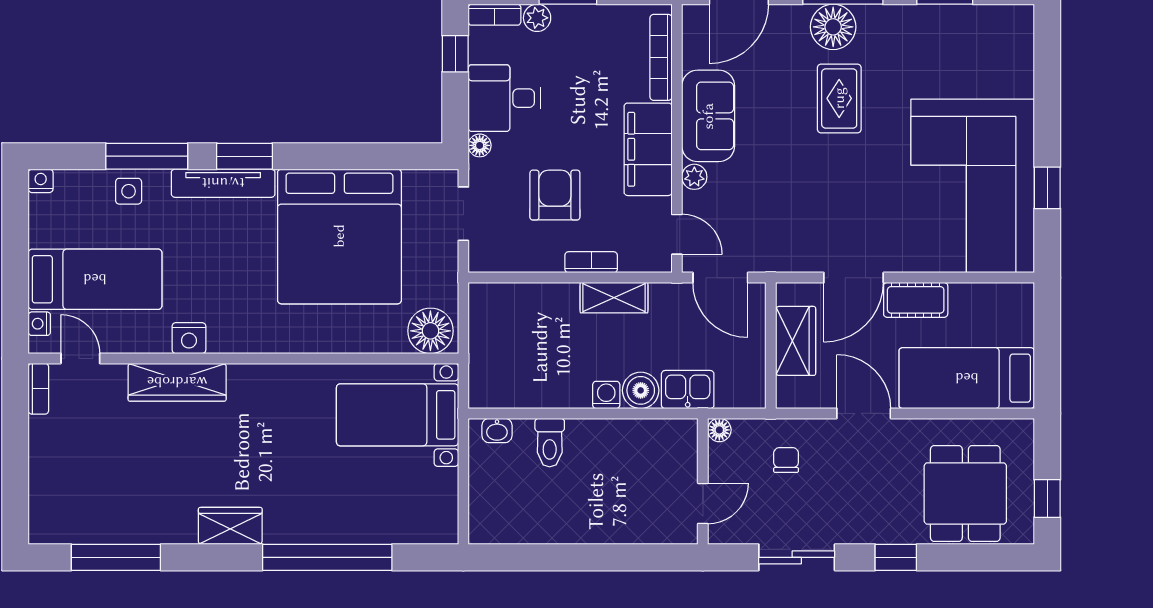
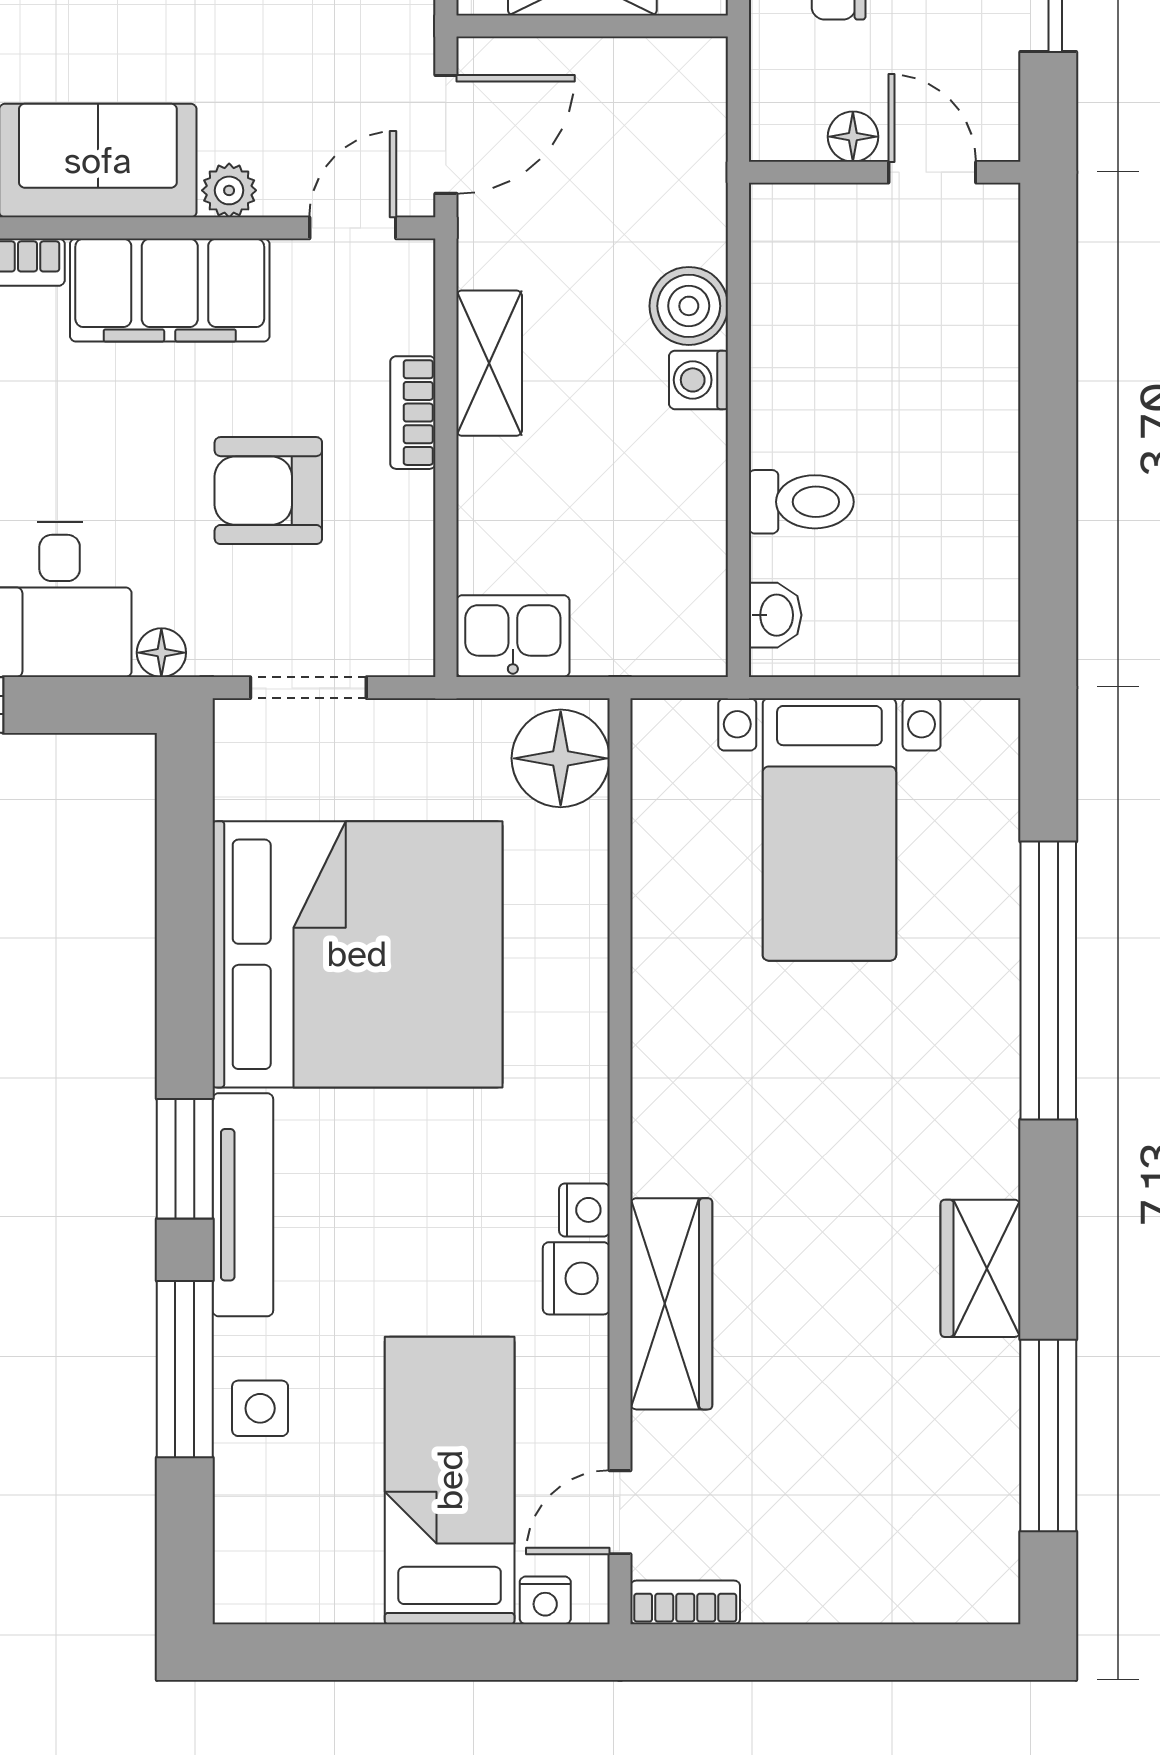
nightstand: (41, 181) -> (584, 1210), moved, turned 180
kitchen sink: (688, 390) -> (513, 636), moved, turned 90
bed with nightstands: (397, 415) -> (829, 829), moved
floor lamp: (719, 430) -> (853, 137), moved
wardrobe: (230, 526) -> (981, 1268), moved

